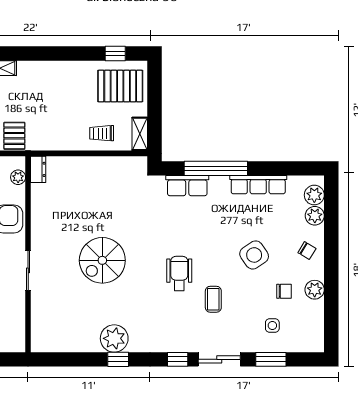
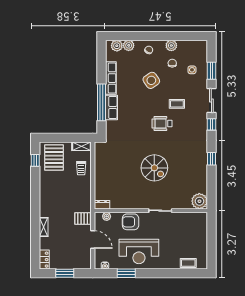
row of seats: (187, 186) -> (111, 107), moved
plant: (114, 338) -> (199, 201), moved

